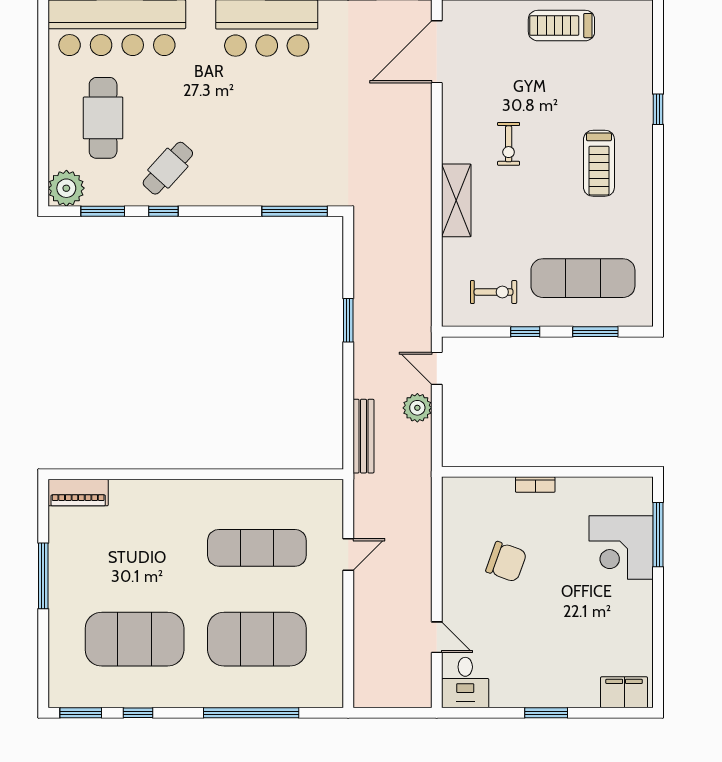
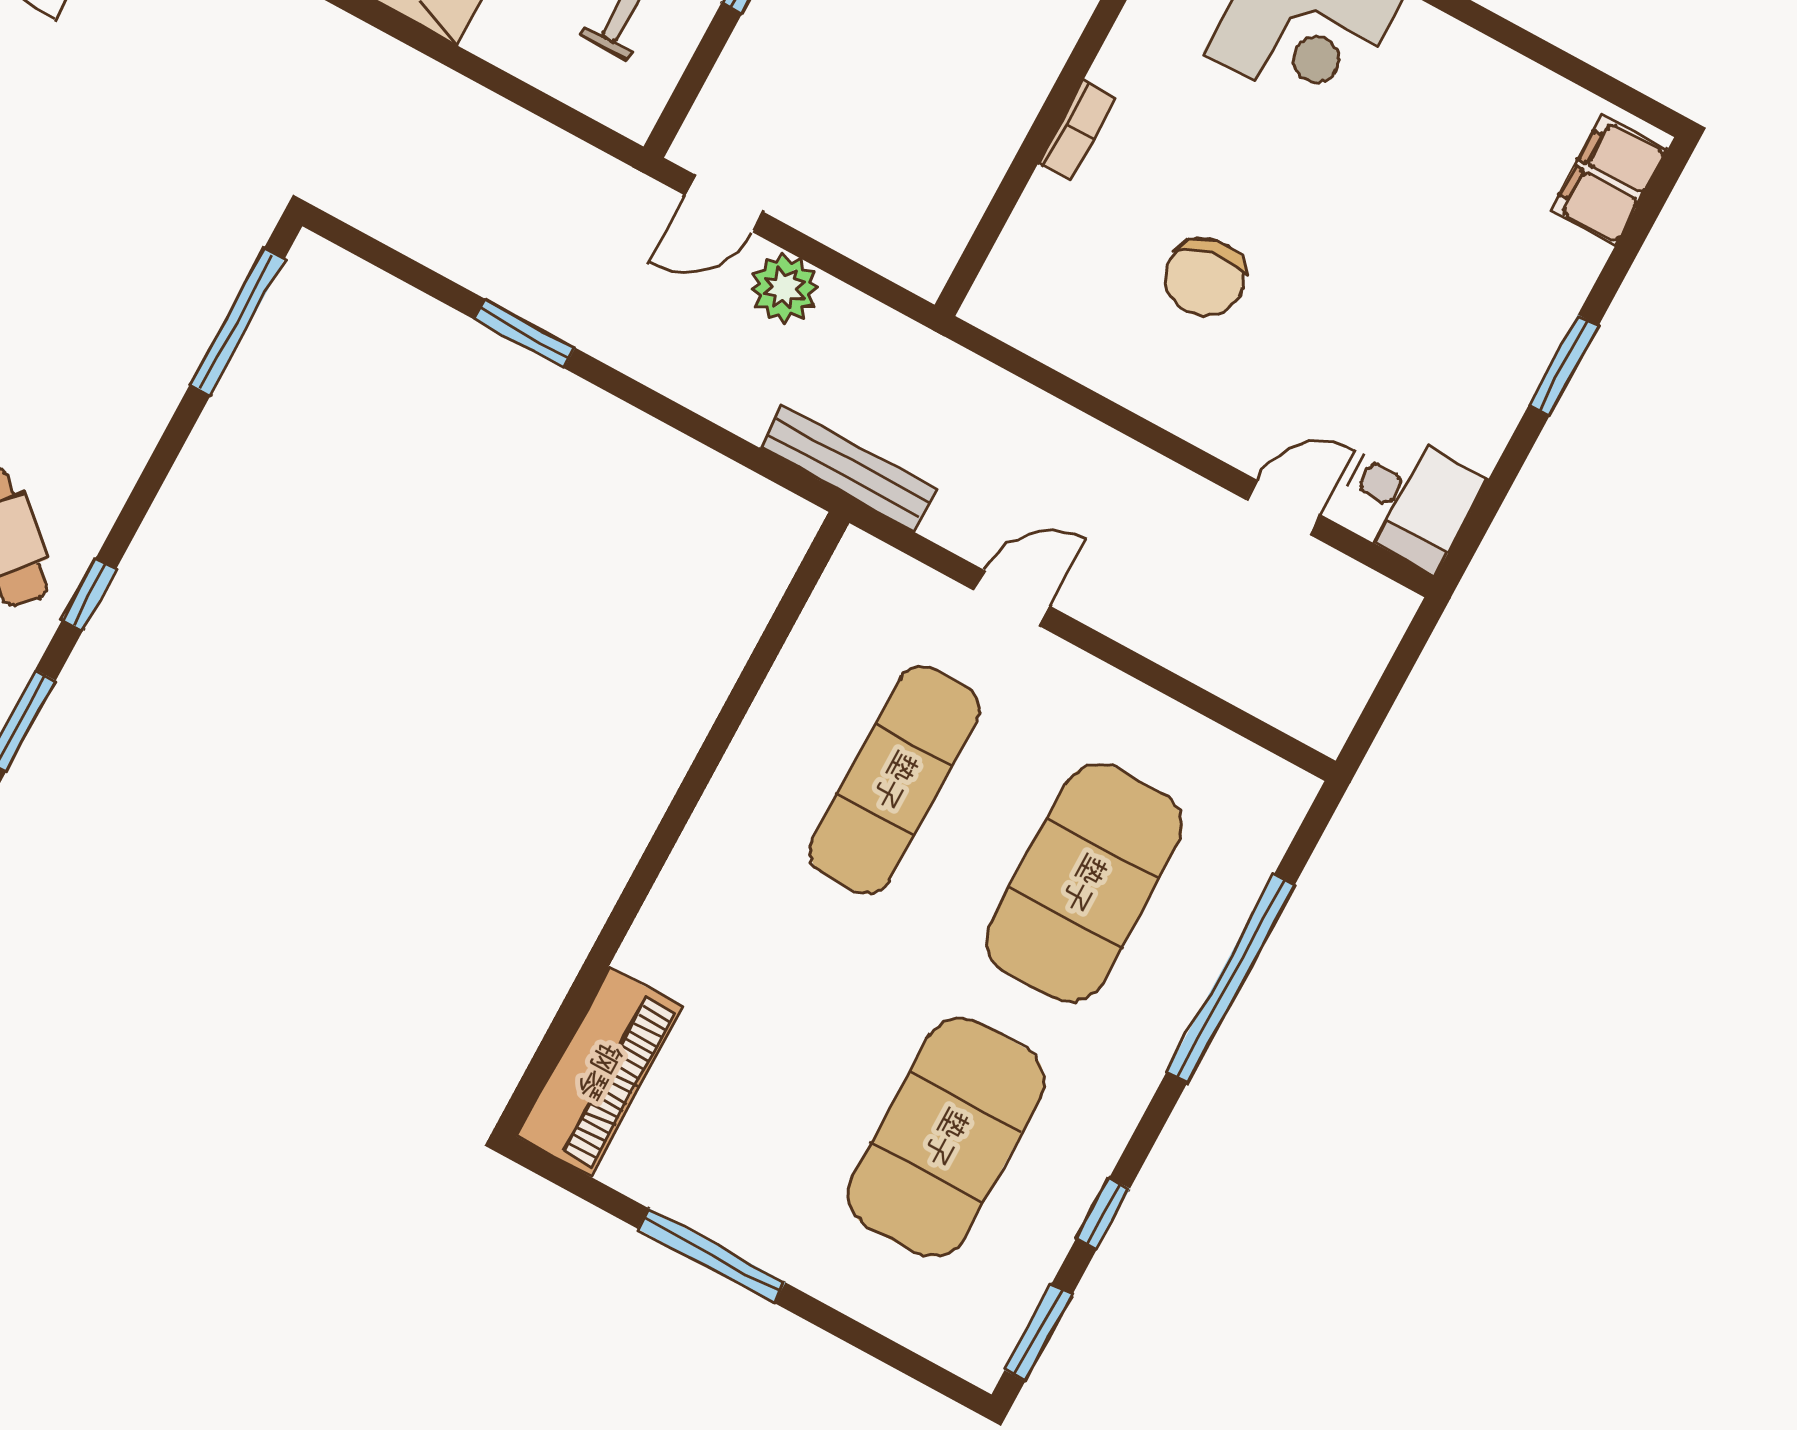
bench: (363, 436) -> (848, 468), moved
piano: (78, 493) -> (599, 1071), width x1.37, depth x1.33
door: (348, 555) -> (1011, 598), hinge flipped
chair: (506, 562) -> (1205, 277), turned 149

